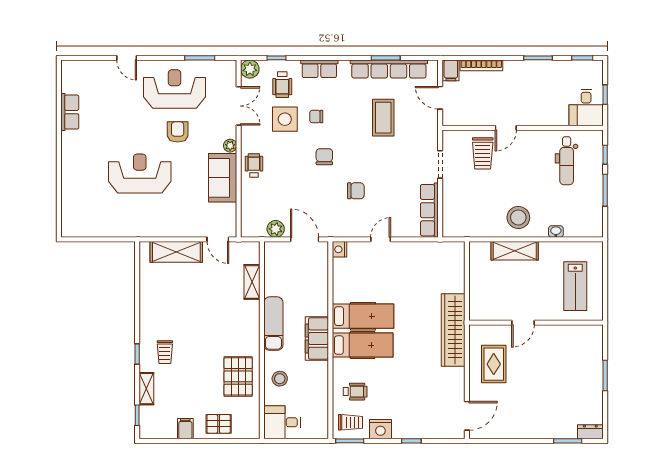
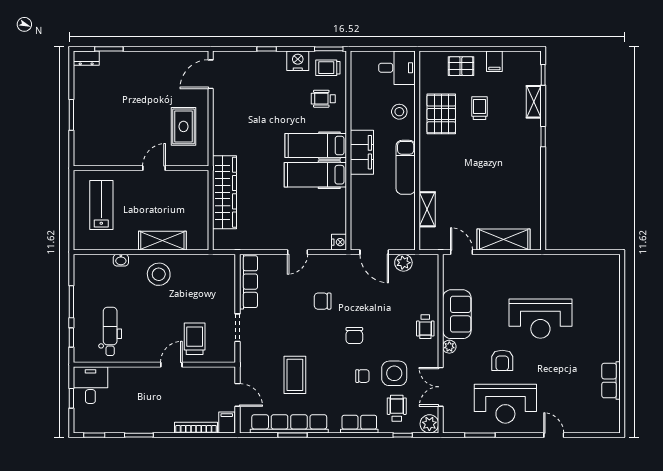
wardrobe: (453, 330) -> (225, 192), moved
trolley: (165, 352) -> (480, 108), moved

